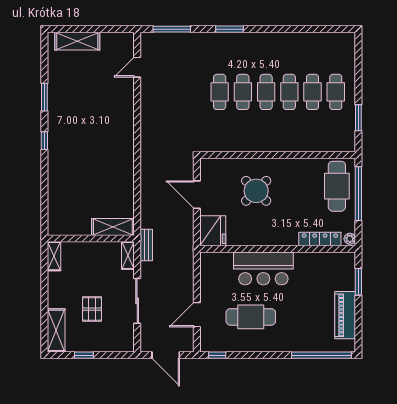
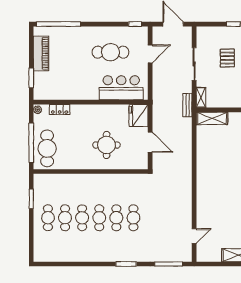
round table: (256, 191) -> (107, 145), turned 45
locker: (320, 239) -> (60, 110), width x0.66
bar counter: (263, 268) -> (121, 88), moved

